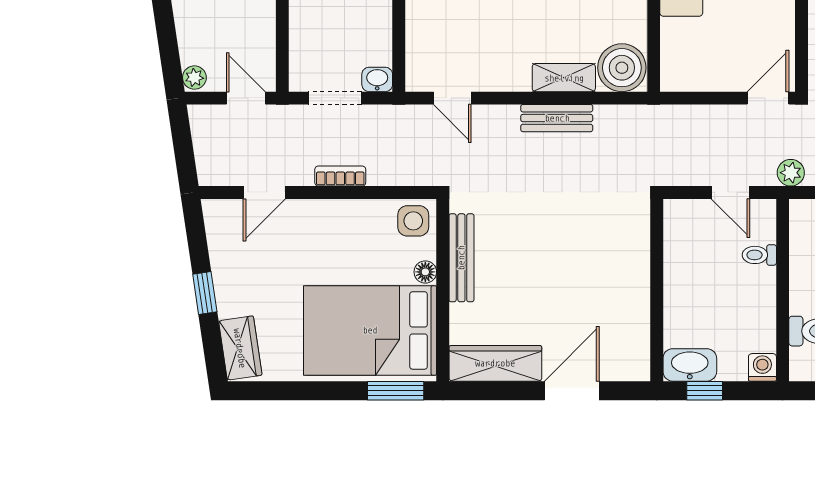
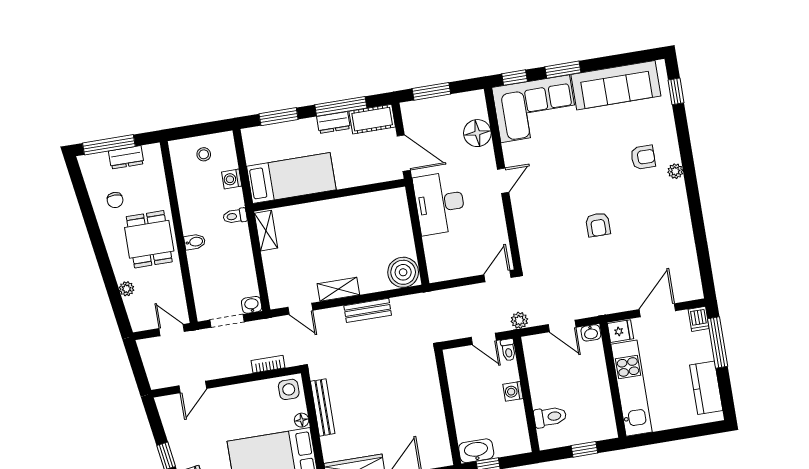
plant: (194, 78) -> (126, 289), moved
shelving: (564, 78) -> (338, 289), moved
bookcase: (340, 176) -> (268, 364), moved
toilet: (759, 255) -> (508, 350), moved, turned -90
washing machine: (762, 367) -> (513, 391), moved, turned -90

